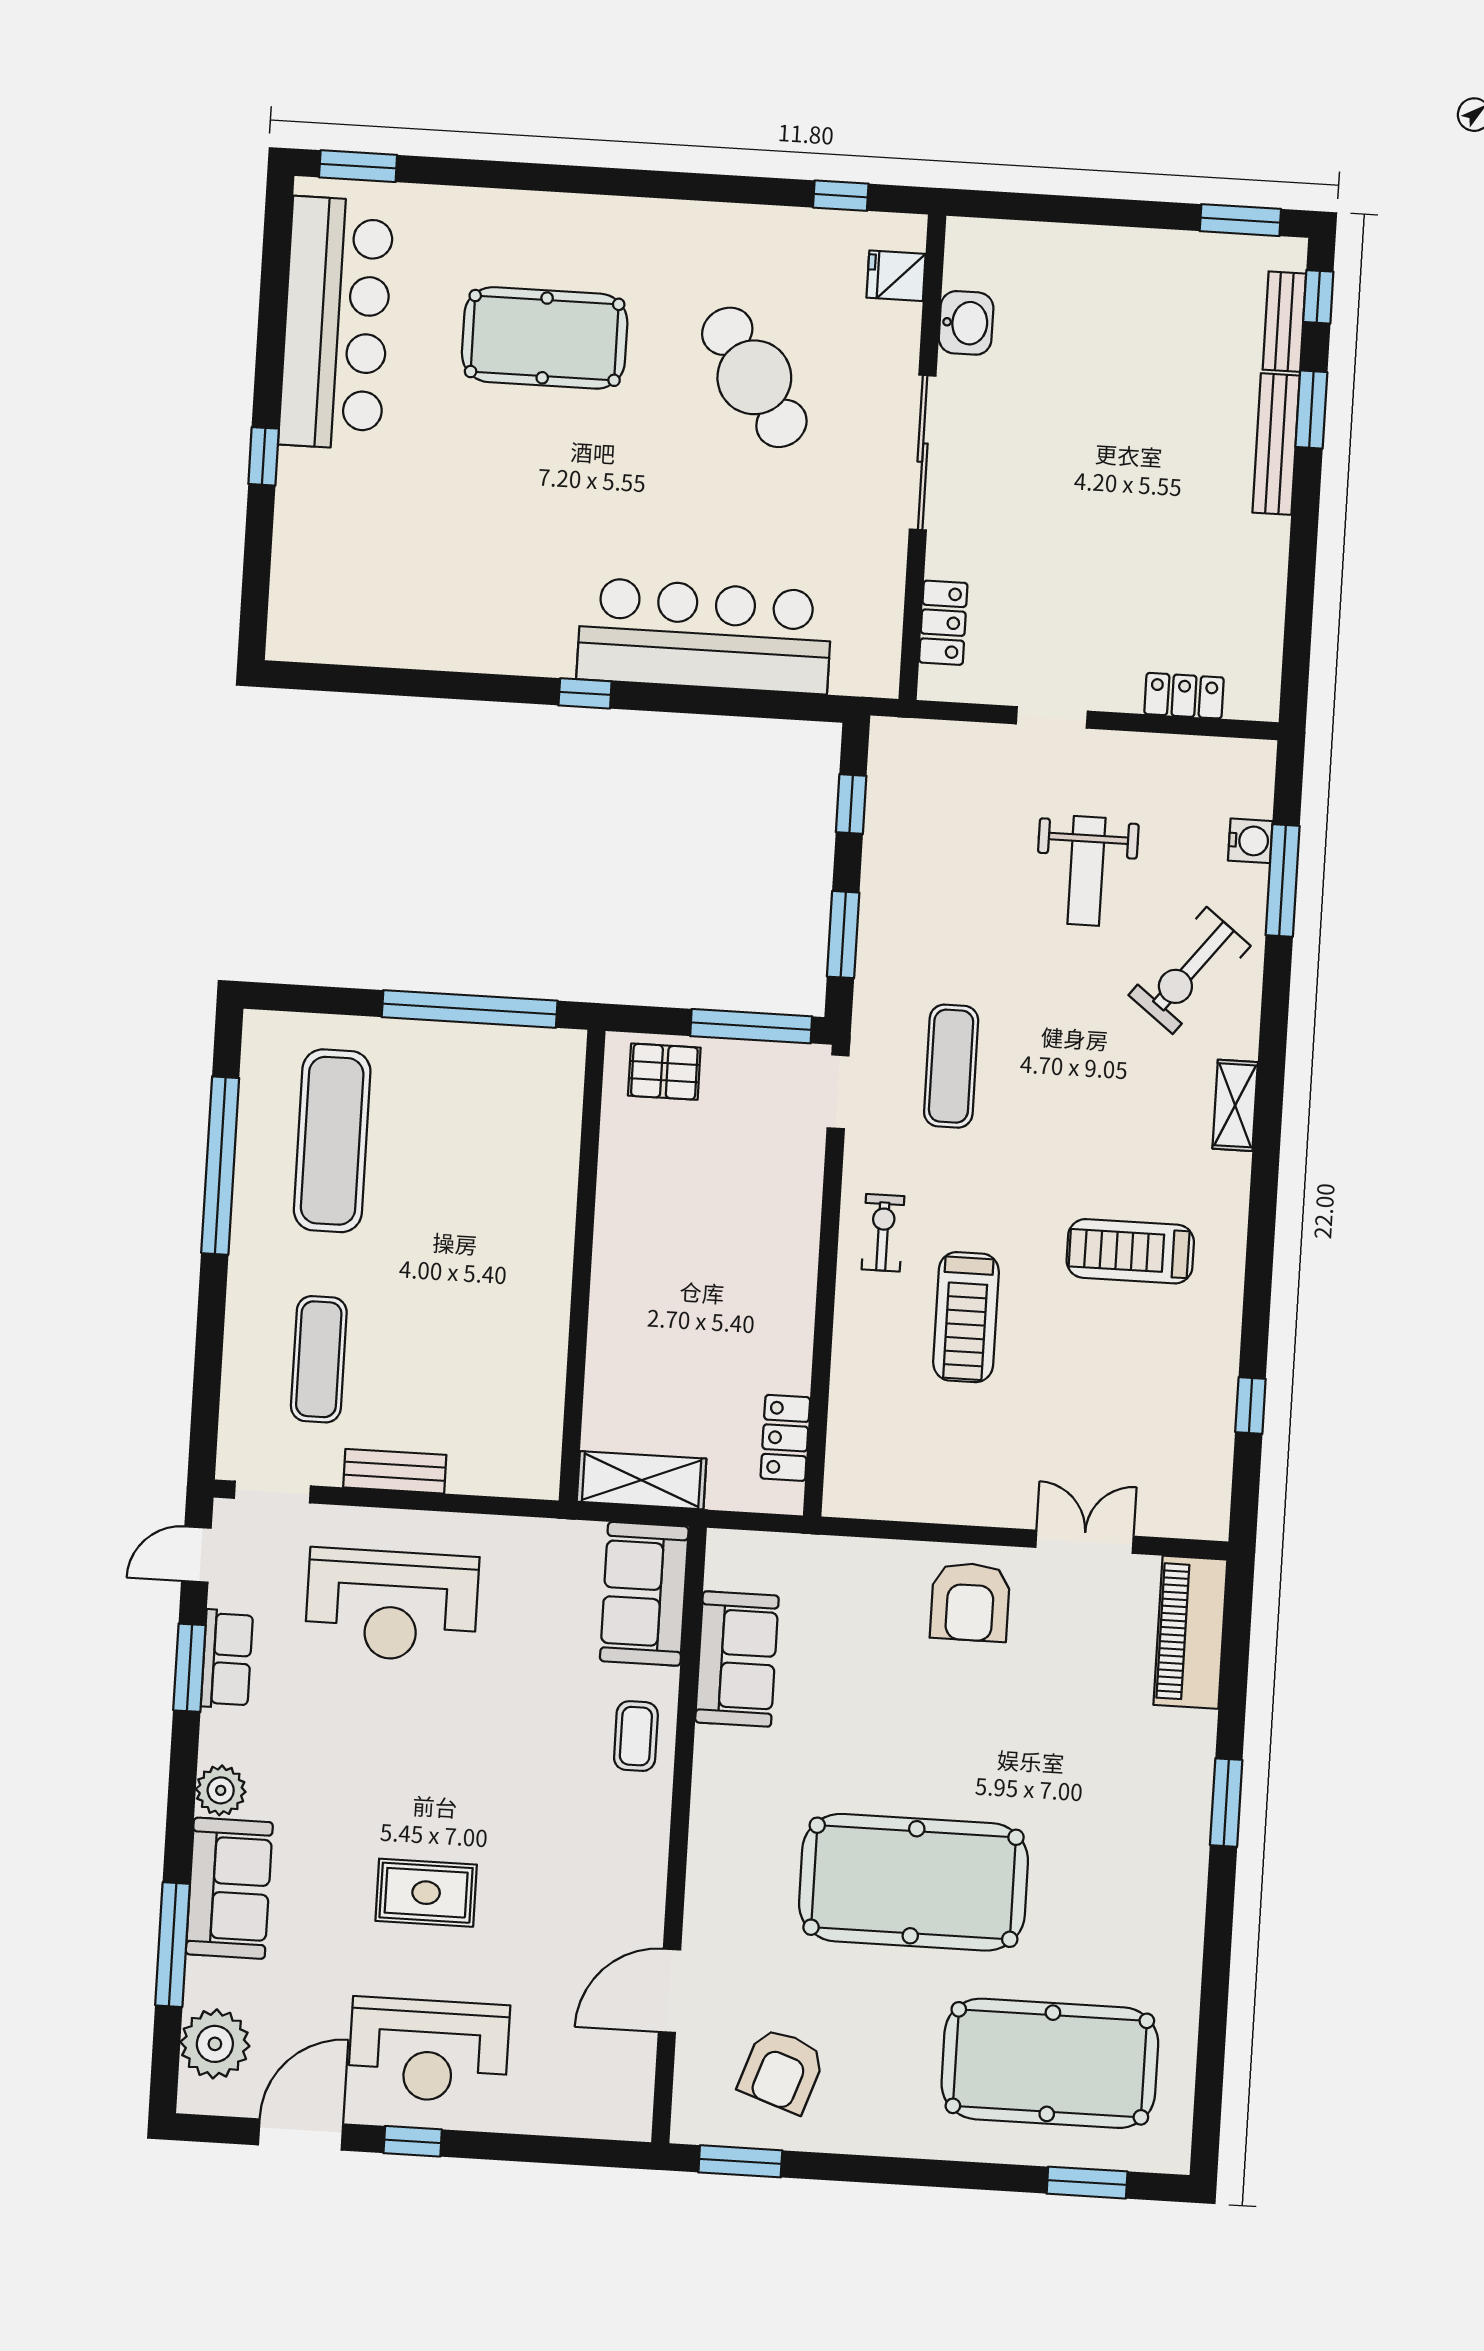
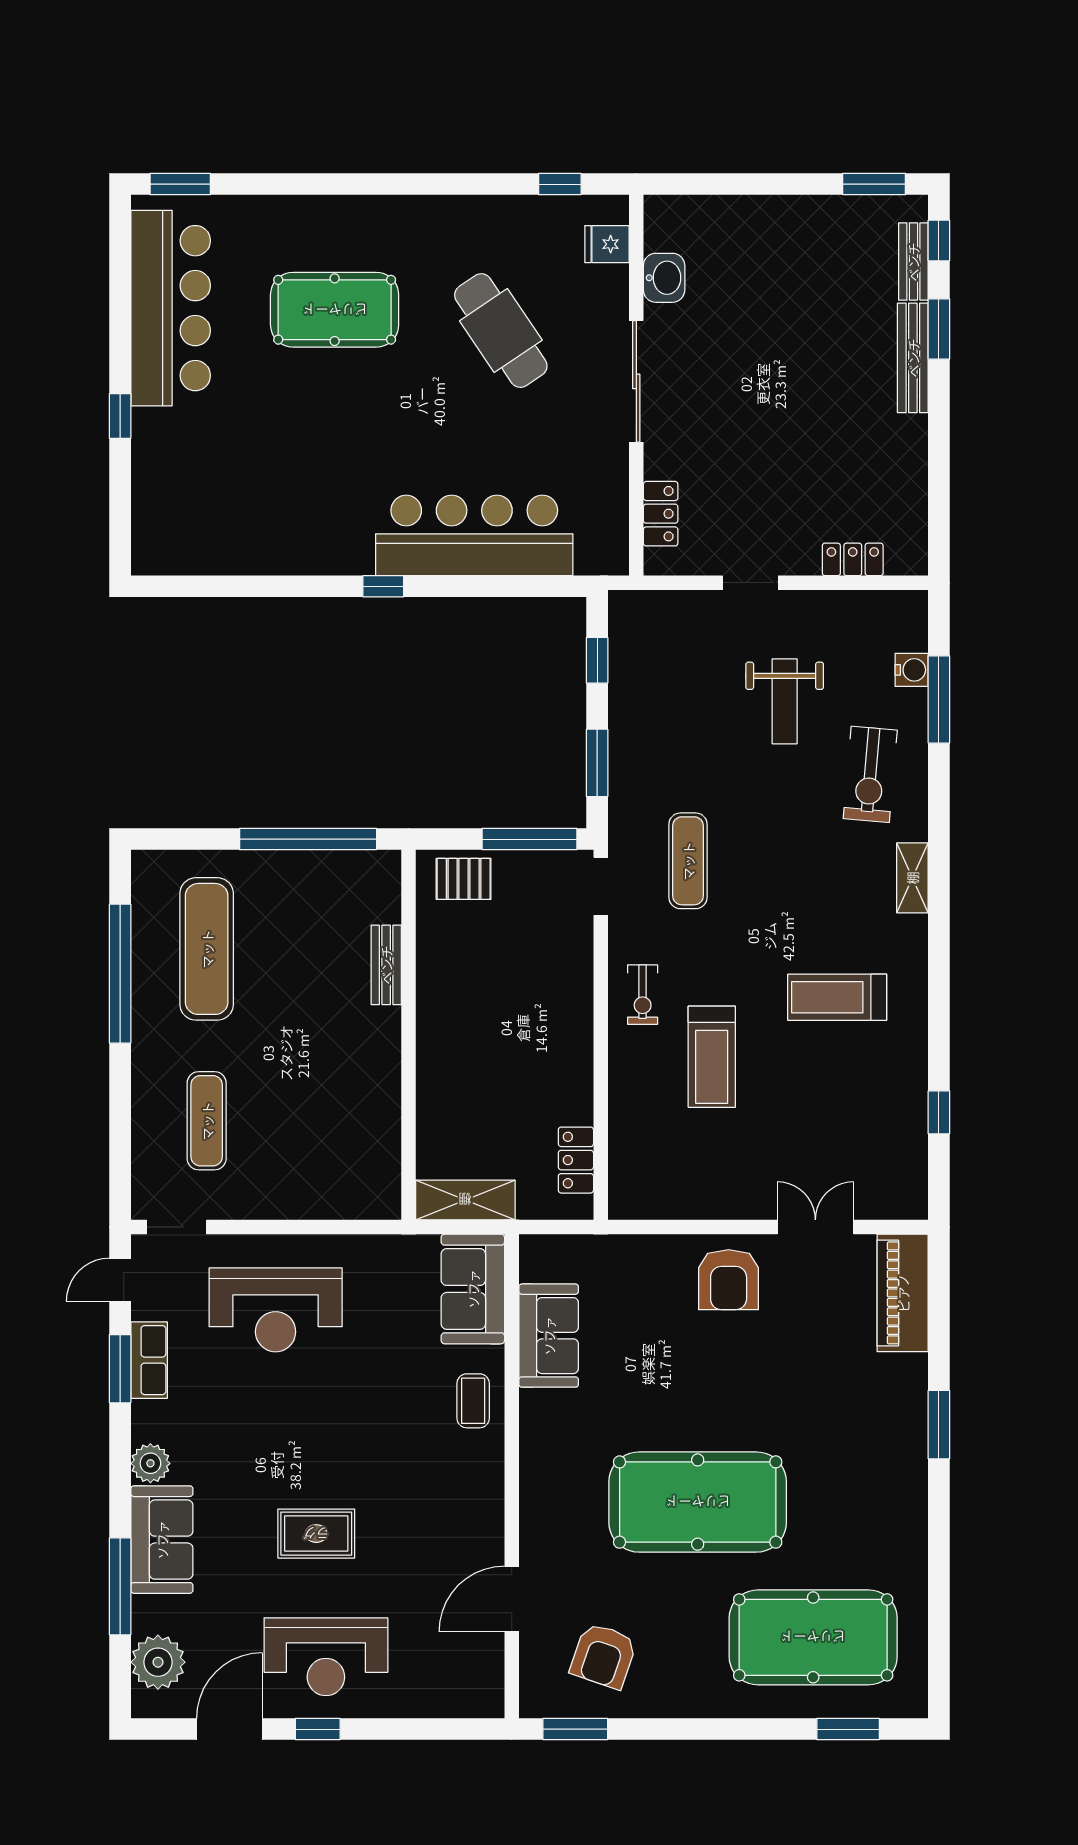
exercise bike: (1190, 970) -> (870, 774), turned -33
exercise bike: (883, 1233) -> (643, 995), turned 180
bench: (395, 1471) -> (386, 965), moved, turned 90

